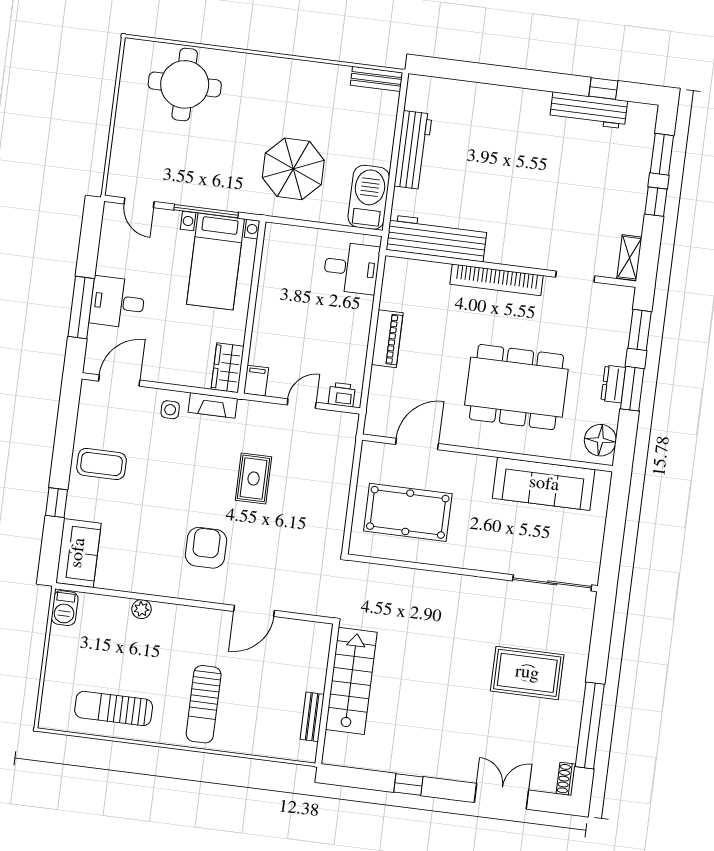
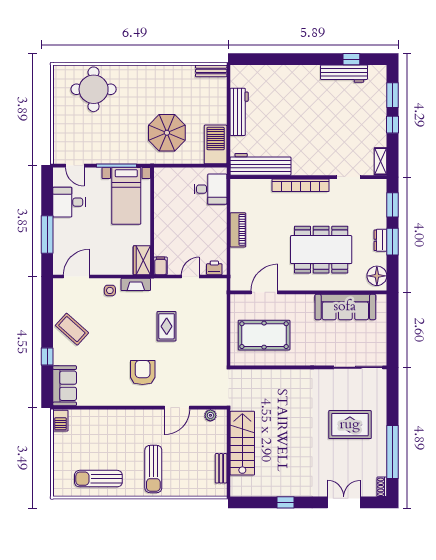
desk: (117, 302) -> (69, 202), moved
coffee table: (102, 464) -> (72, 329), turned 42
plant: (141, 609) -> (210, 415), moved

